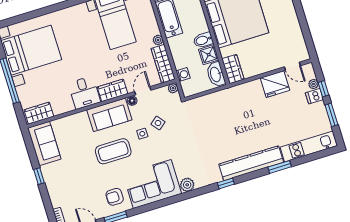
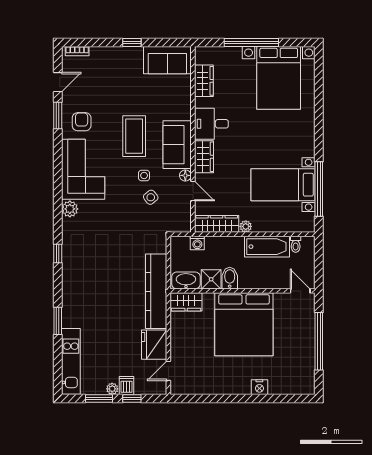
plant: (314, 84) -> (112, 389), moved
plant: (173, 88) -> (185, 227), removed
wardrobe: (39, 113) -> (204, 81), moved
kitchen counter: (251, 163) -> (156, 291), moved, turned 180

